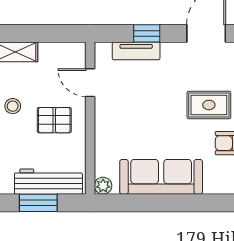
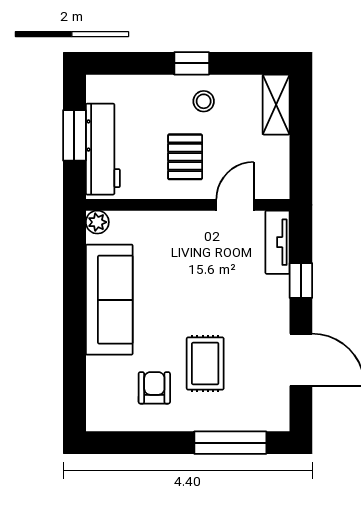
tv unit: (136, 51) -> (277, 242), moved

